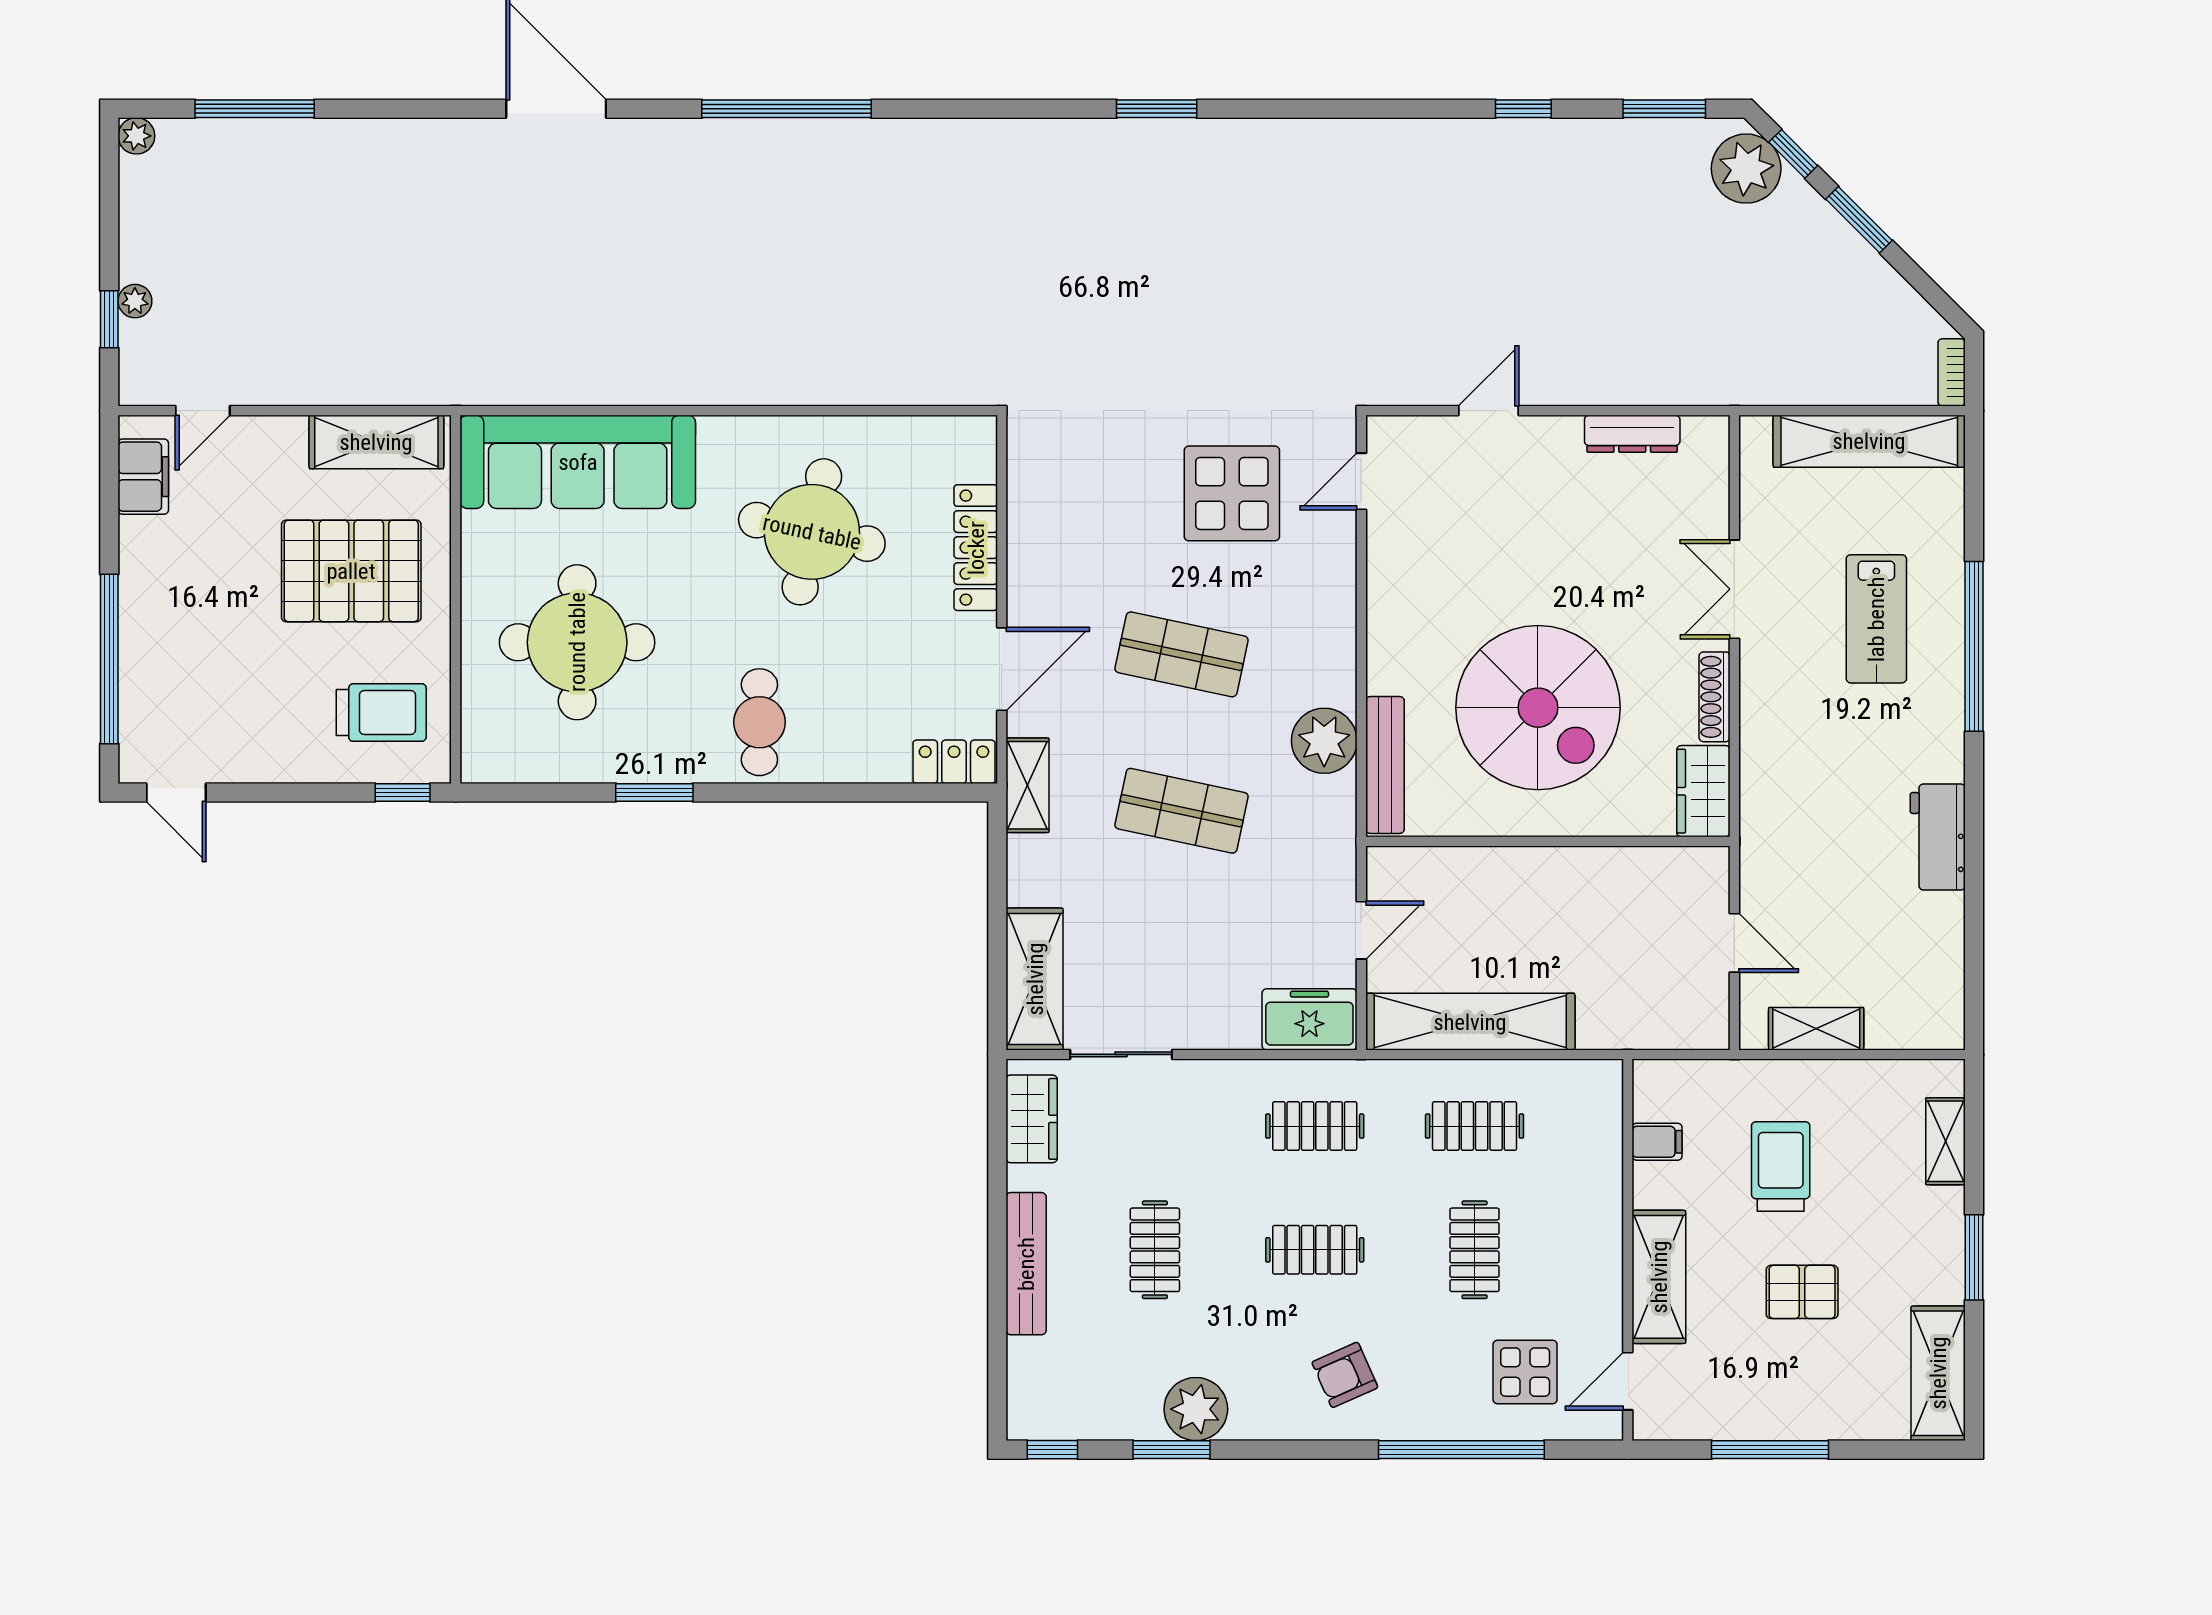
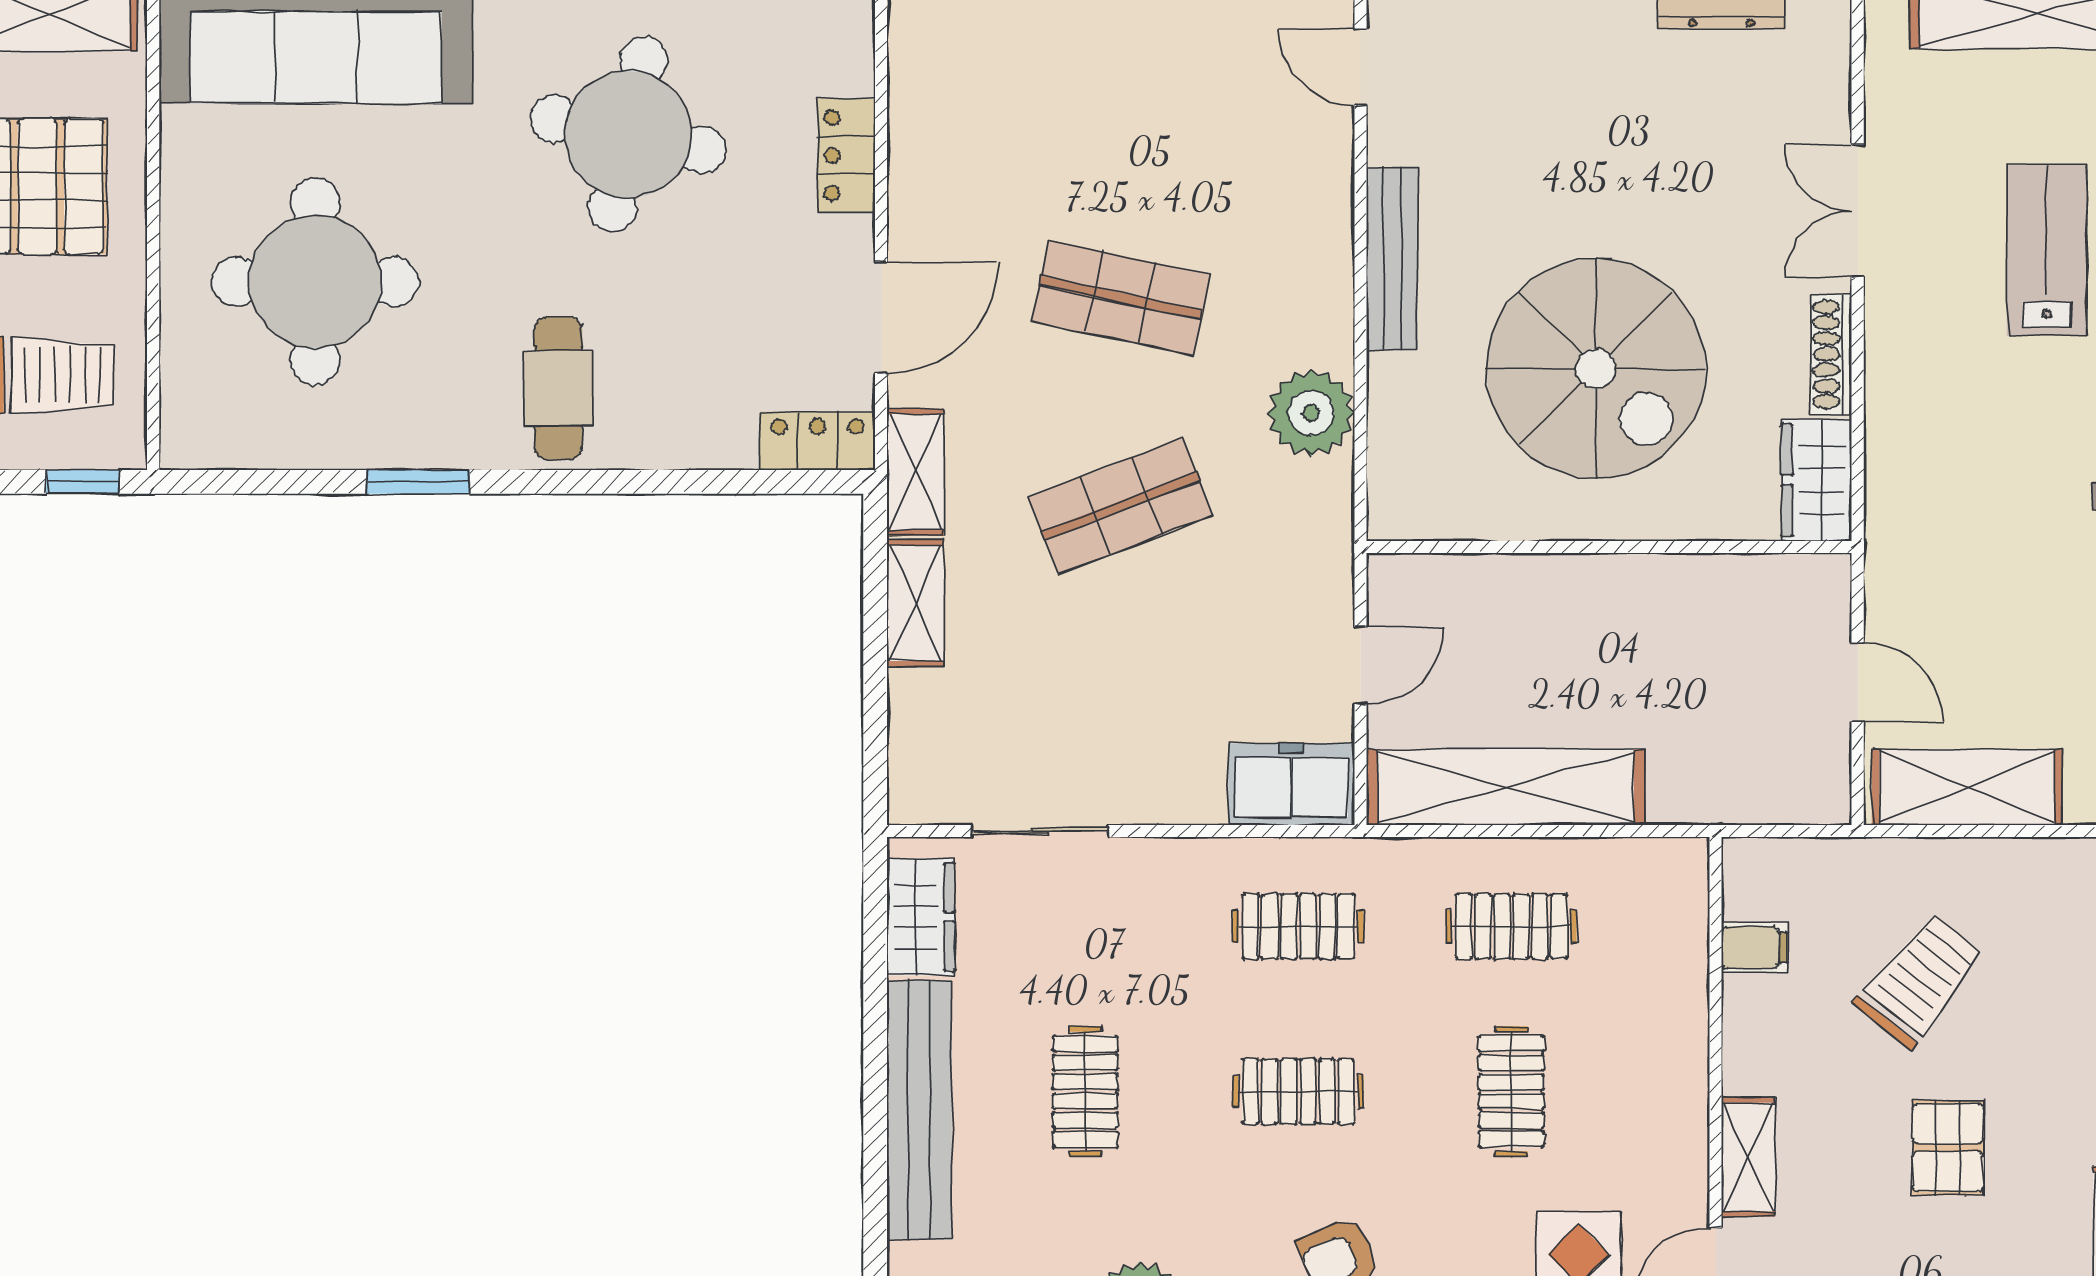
door: (1361, 481) -> (1360, 67), hinge flipped
display table: (1232, 493) -> (1188, 83), removed
locker: (976, 548) -> (846, 155), width x0.66
lab bench: (1876, 619) -> (2047, 250), turned 180
bench: (1385, 765) -> (1392, 259), moved
shop shelf: (1182, 811) -> (1121, 506), turned -33
shelving: (1035, 979) -> (915, 603), moved, width x0.67, depth x0.75
shelving: (1816, 1029) -> (1967, 787), width x1.50, depth x1.33
trolley: (1781, 1166) -> (1919, 980), turned 39
bench: (1026, 1264) -> (919, 1110), width x1.37, depth x1.21
shelving: (1659, 1277) -> (1748, 1157), width x0.67, depth x0.75
pallet: (1802, 1292) -> (1948, 1148), turned 90

